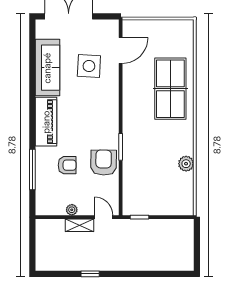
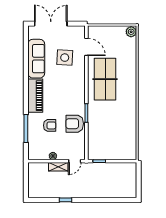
door: (121, 50) -> (86, 47), hinge flipped
table tennis table: (170, 89) -> (105, 79), moved
armchair: (104, 163) -> (75, 124), turned -91
plant: (186, 164) -> (131, 32), moved
door: (104, 217) -> (75, 161), swing flipped

